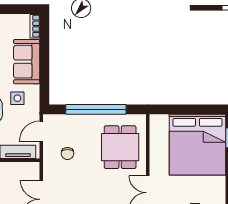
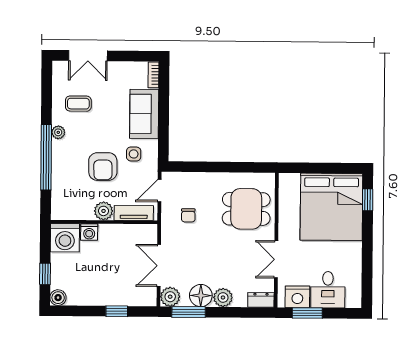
window: (96, 109) -> (220, 167), removed
dining table: (120, 147) -> (246, 209), turned 90

